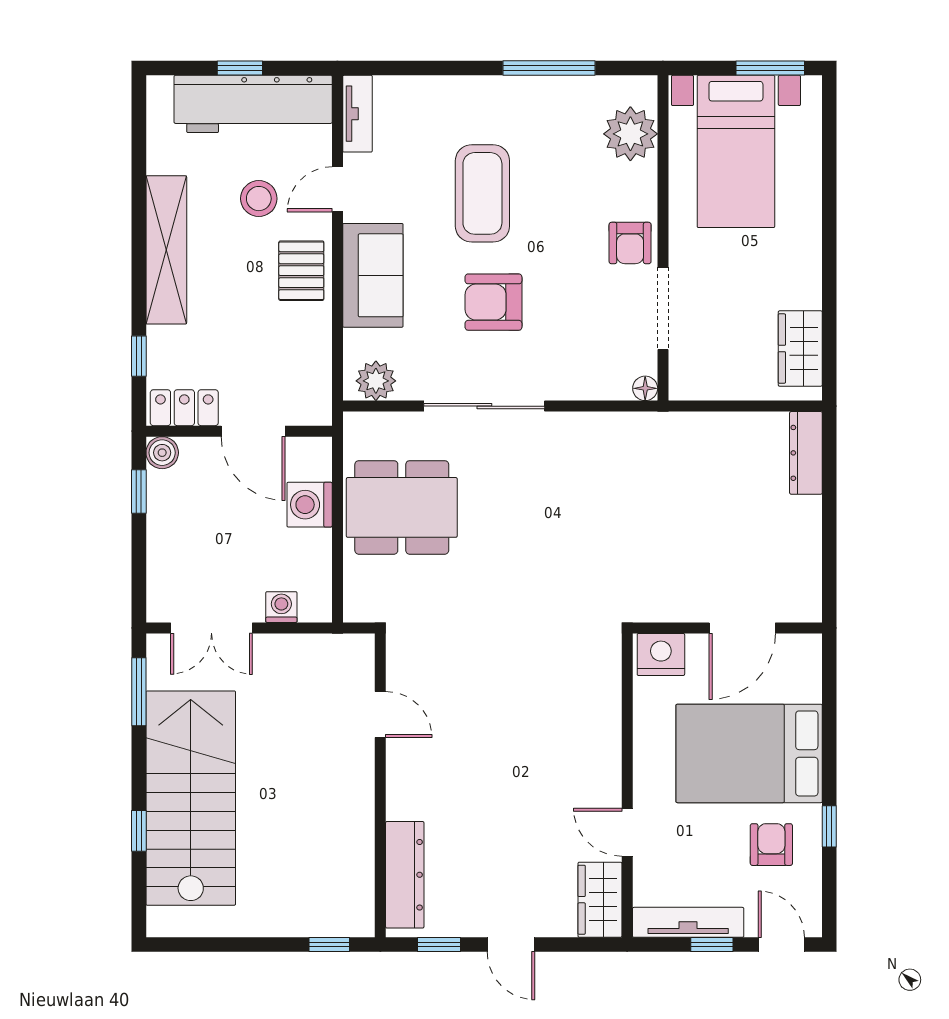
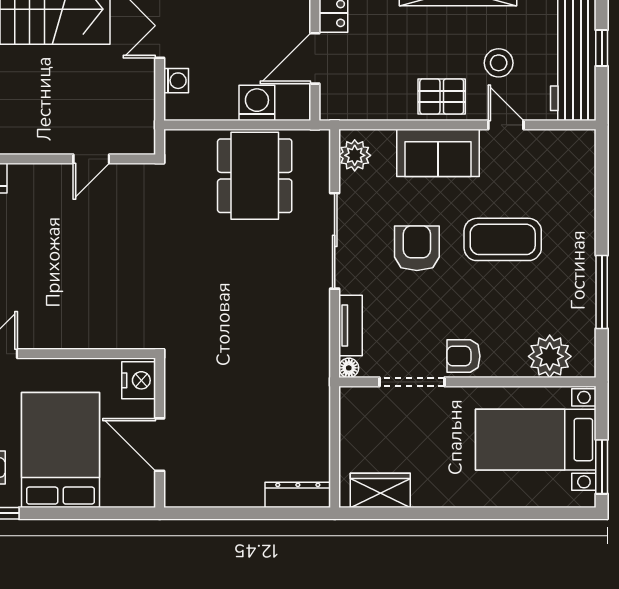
tv unit: (357, 114) -> (351, 325), moved, turned -90

